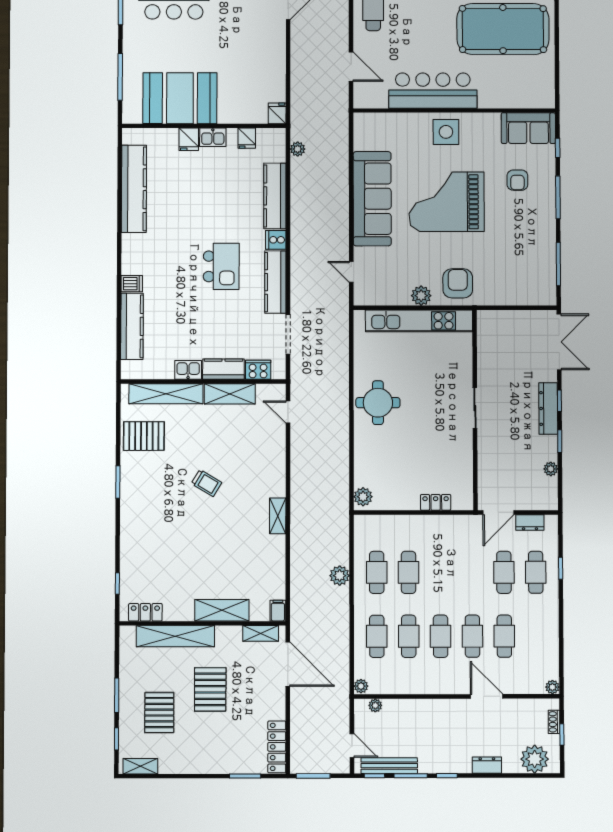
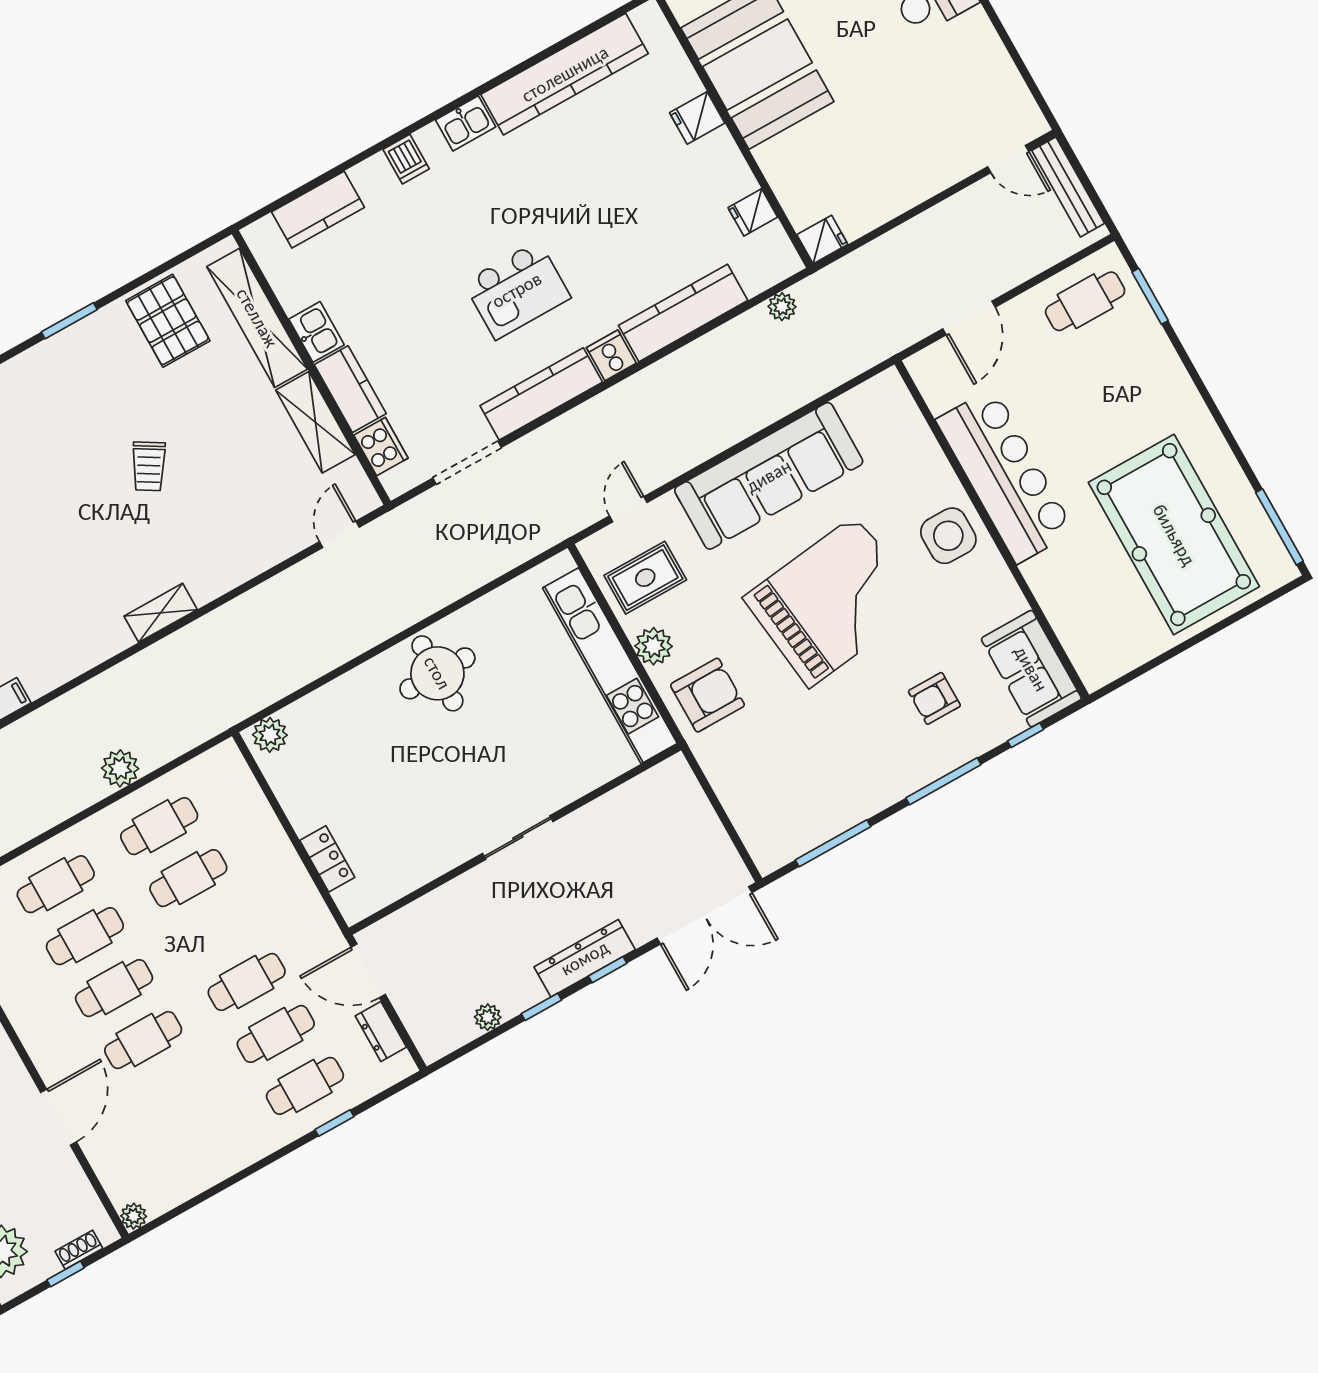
kitchen sink: (213, 137) -> (466, 123), moved, turned -90
grand piano: (447, 202) -> (833, 601), turned 83
rug: (387, 282) -> (645, 578), added
kitchen counter: (132, 326) -> (318, 210), width x0.67
cafe table: (504, 636) -> (247, 982), moved

